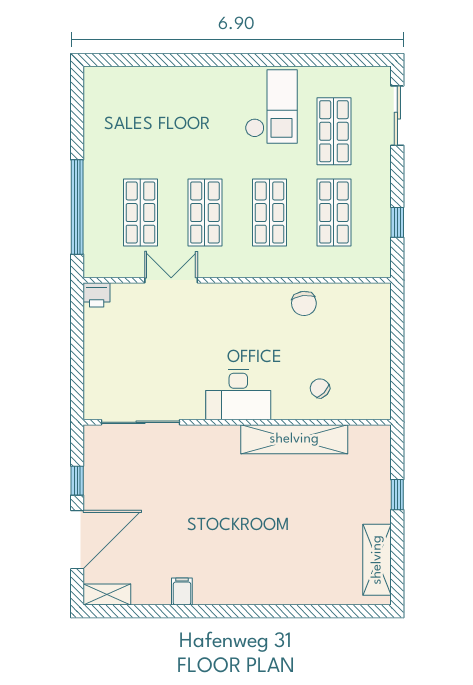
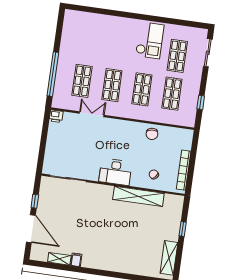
bookcase: (382, 370) -> (184, 170), added
door: (77, 540) -> (31, 229), hinge flipped
shelving: (107, 595) -> (59, 259), moved

